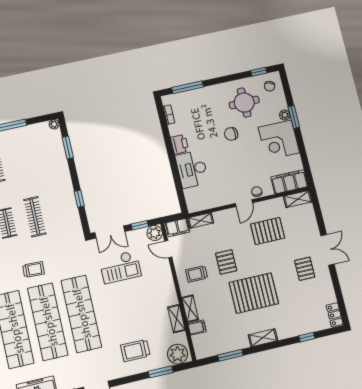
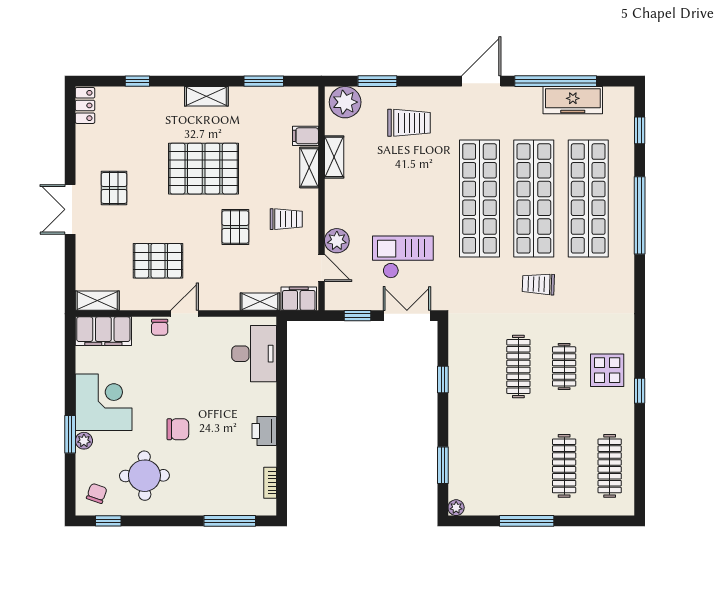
desk: (192, 169) -> (254, 354), moved
plant: (155, 233) -> (337, 241), moved

